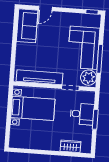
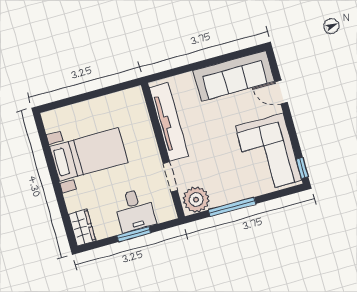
sofa: (27, 26) -> (234, 76), width x1.36
corner sofa: (84, 48) -> (268, 153), moved, turned -90
bed with nightstands: (33, 108) -> (89, 154), moved, turned -90
wardrobe: (70, 146) -> (82, 227), moved

